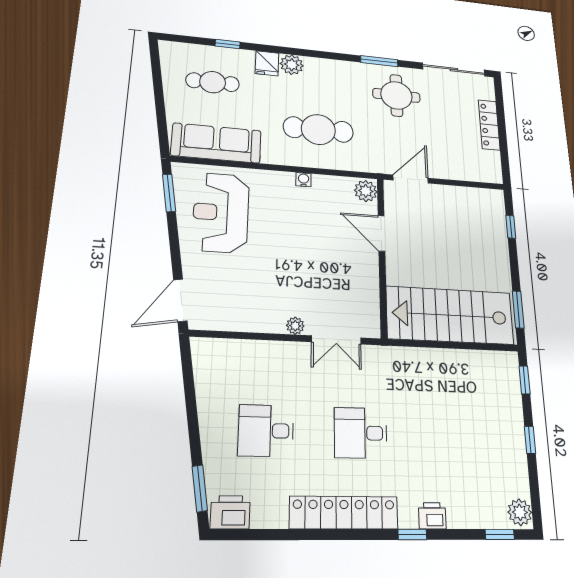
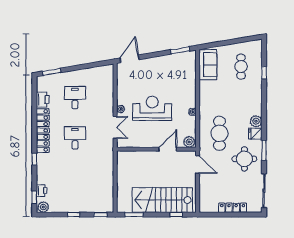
fridge: (267, 63) -> (255, 134), moved
plant: (292, 65) -> (256, 121), moved
cafe table: (318, 129) -> (219, 133), moved
sofa: (216, 143) -> (208, 65), width x0.73
reception desk: (221, 213) -> (152, 108), moved
door: (180, 300) -> (130, 59), hinge flipped
stairs: (450, 315) -> (162, 200), moved, turned -90
double door: (336, 340) -> (115, 127), swing flipped
printer: (230, 512) -> (43, 100), moved
printer: (432, 516) -> (42, 191), moved

